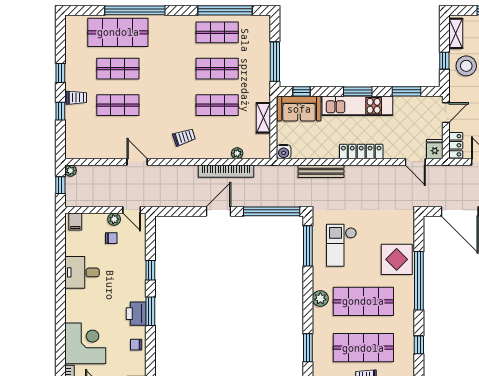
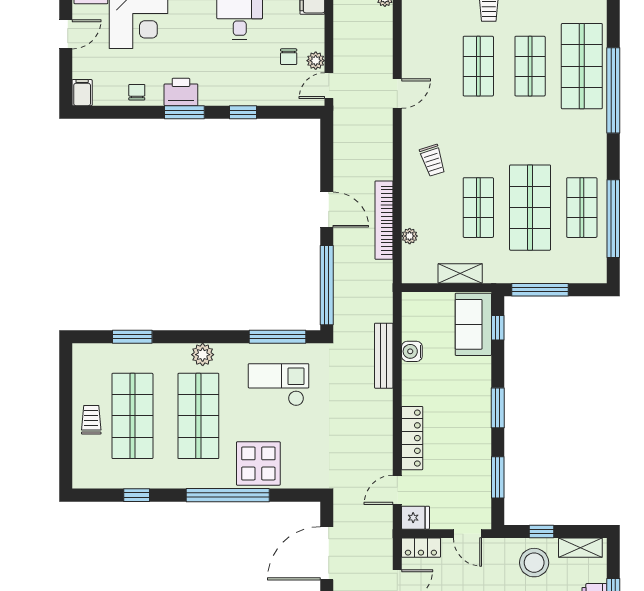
shop shelf: (217, 69) -> (530, 208), width x1.43, depth x1.36
kitchen unit: (357, 106) -> (477, 407), removed
water cooler: (284, 152) -> (412, 351), moved
locker: (361, 152) -> (412, 438), moved

